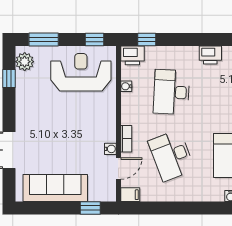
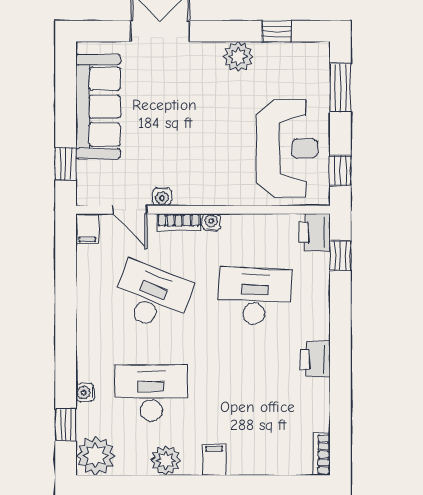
plant: (25, 62) -> (238, 57), moved
water cooler: (126, 86) -> (211, 222), moved
desk: (171, 156) -> (151, 296), turned 42

